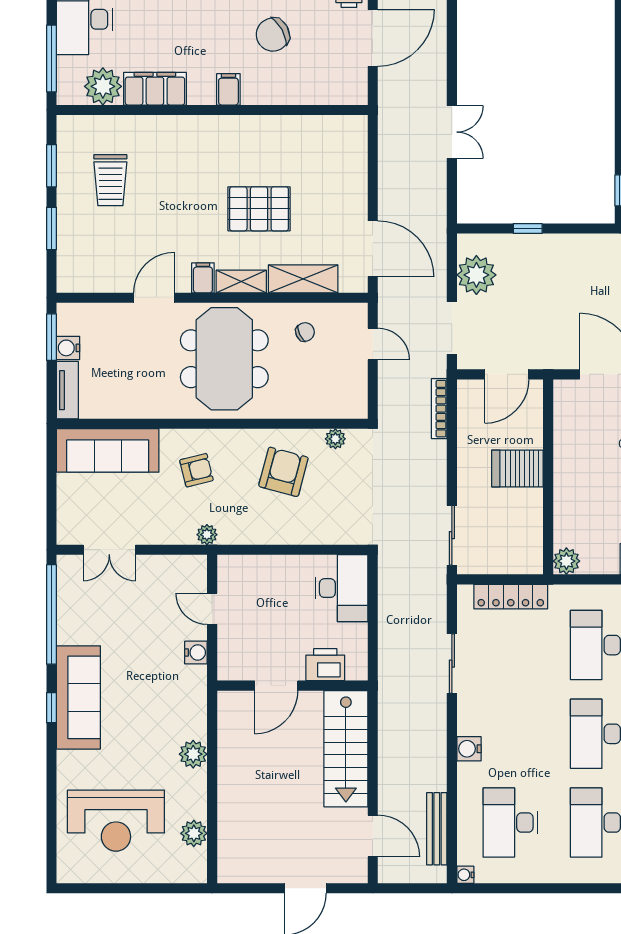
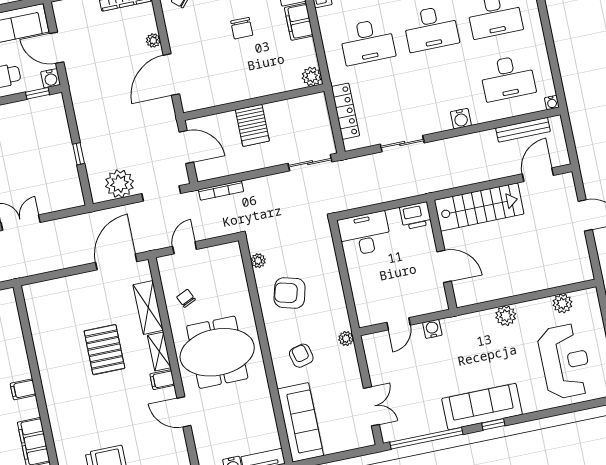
printer: (325, 665) -> (415, 216), moved, turned -90

